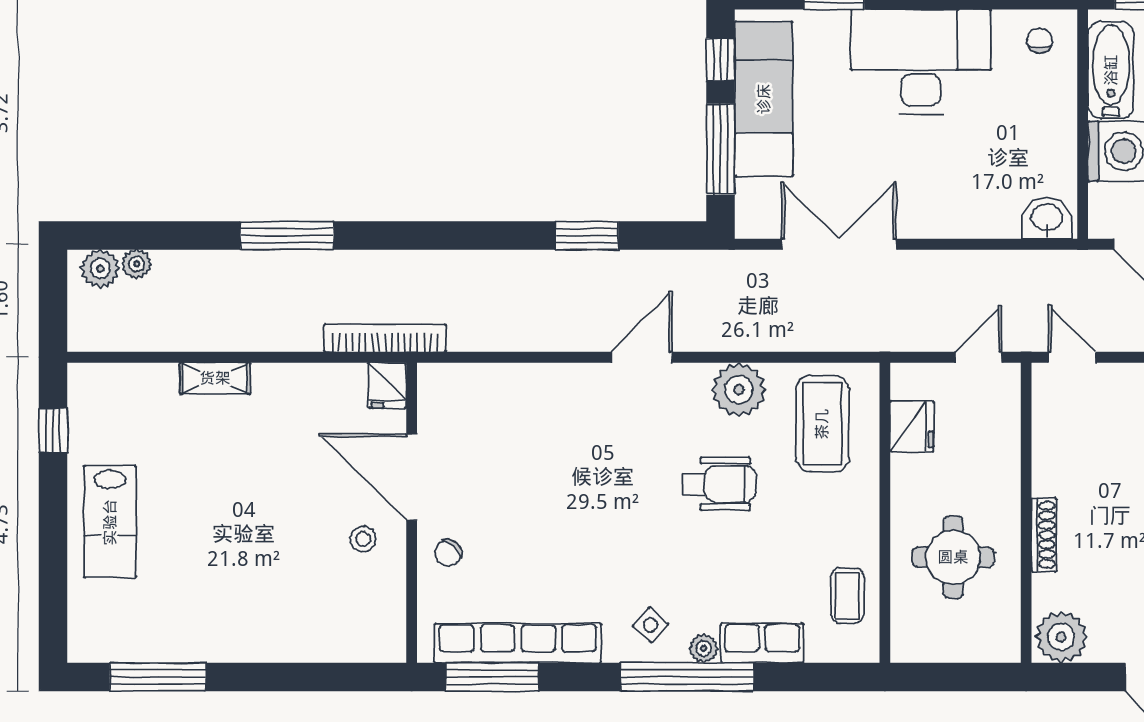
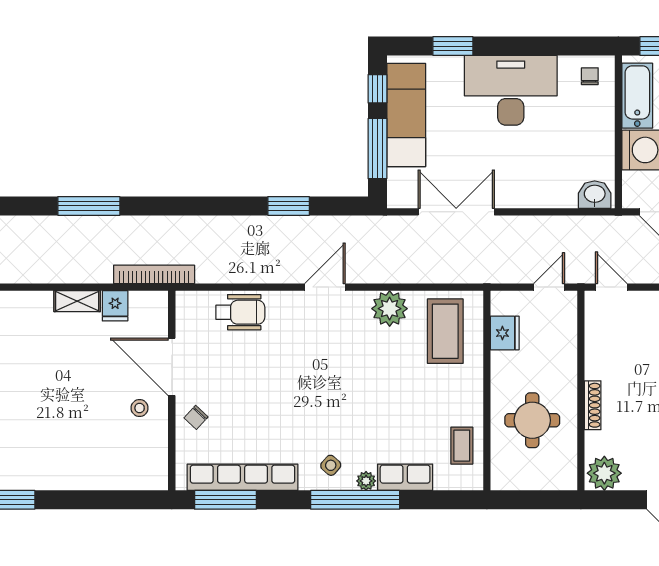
shelving: (215, 378) -> (77, 301), moved
fridge: (387, 385) -> (115, 306), moved
wheelchair: (719, 484) -> (240, 312), moved

